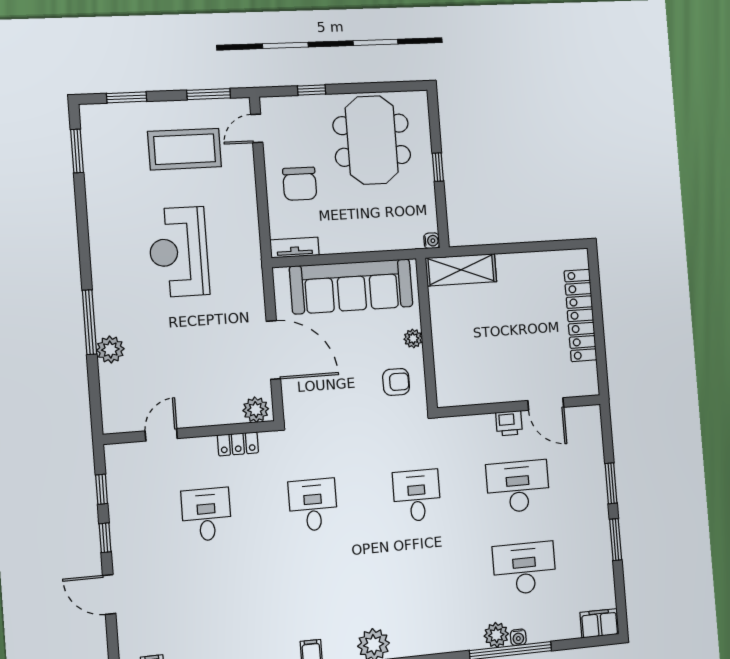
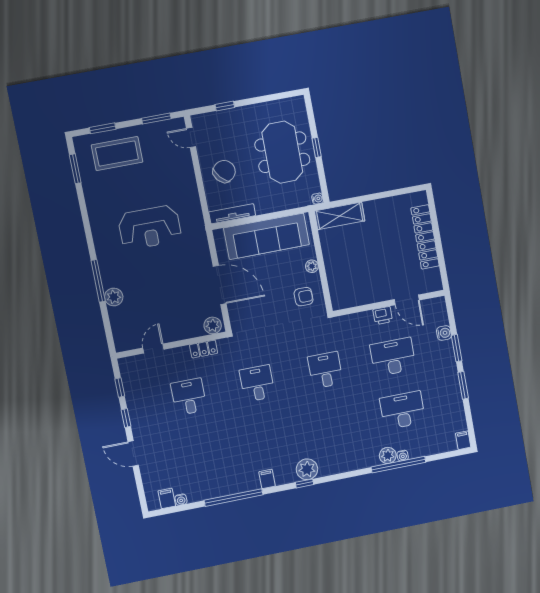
door: (257, 128) -> (191, 137), hinge flipped
meeting table: (372, 140) -> (282, 152), moved
coffee table: (185, 149) -> (117, 154), moved
chair: (300, 184) -> (224, 171), turned -131
tv unit: (295, 248) -> (232, 214), width x1.41
reception desk: (179, 252) -> (150, 227), turned -90
water cooler: (595, 459) -> (444, 333), added
filing cabinet: (599, 623) -> (463, 440), width x0.50

